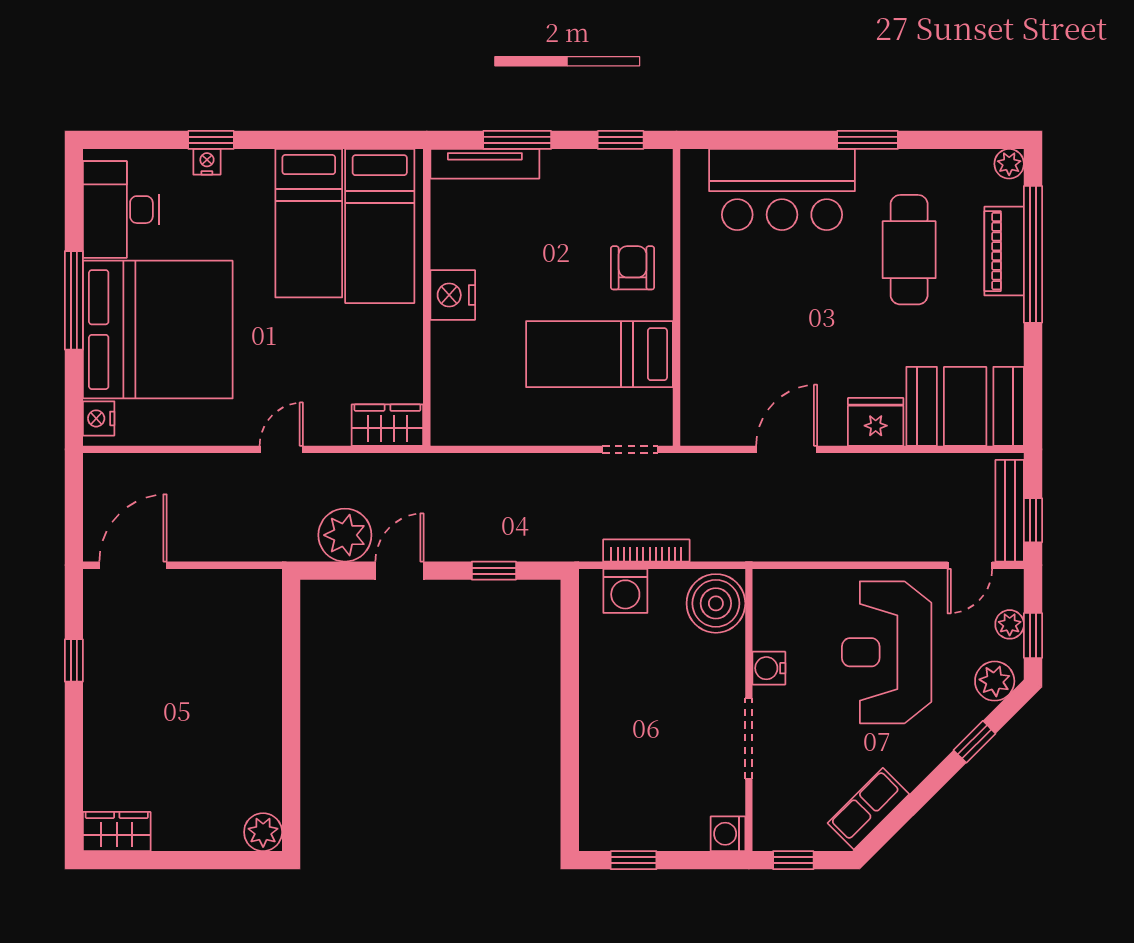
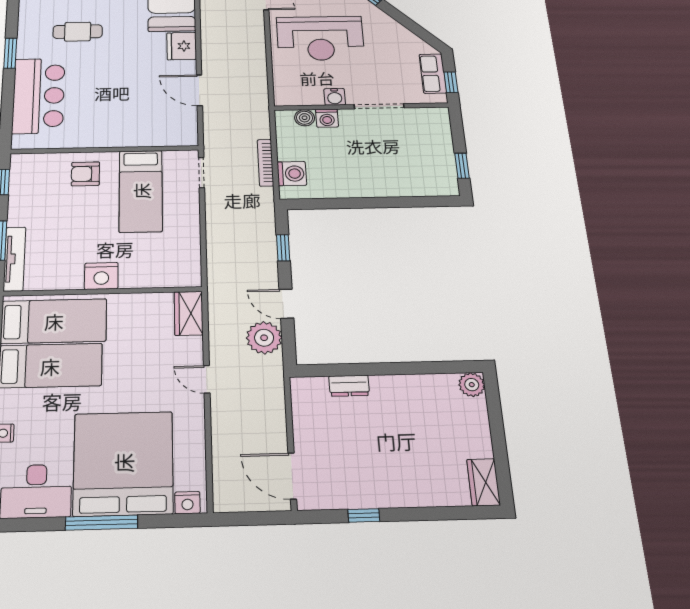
cafe table: (909, 250) -> (78, 32), width x0.73, depth x0.74
boiler: (716, 603) -> (305, 118), width x0.54, depth x0.54
dresser: (266, 655) -> (349, 386), added
row of seats: (868, 809) -> (433, 74), moved, turned 45
washing machine: (728, 834) -> (327, 118), moved

